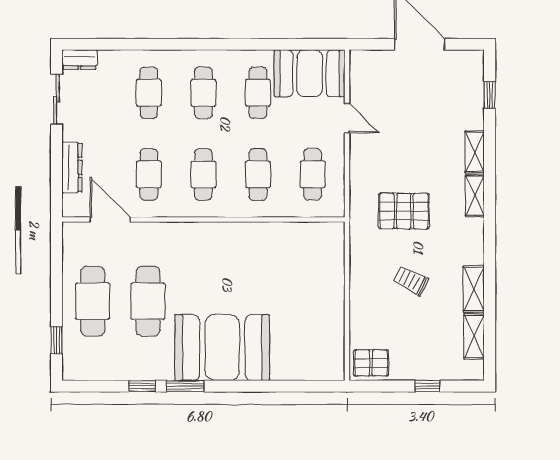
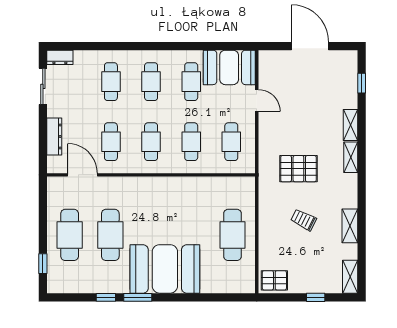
cafe table: (314, 301) -> (232, 235), added
shelving: (474, 336) -> (350, 277), moved

